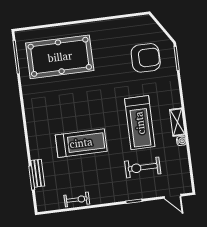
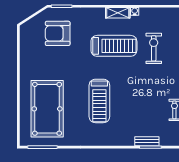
armchair: (146, 58) -> (58, 33), turned -90
treadmill: (81, 143) -> (99, 101), moved, turned 180
exercise bike: (143, 167) -> (154, 48), turned 180

